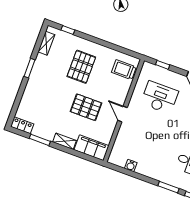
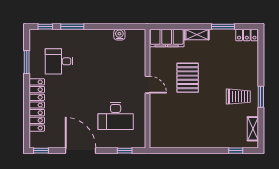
pallet: (81, 67) -> (208, 118), removed
trolley: (124, 70) -> (238, 97), moved
pallet: (86, 107) -> (188, 78), turned 90

